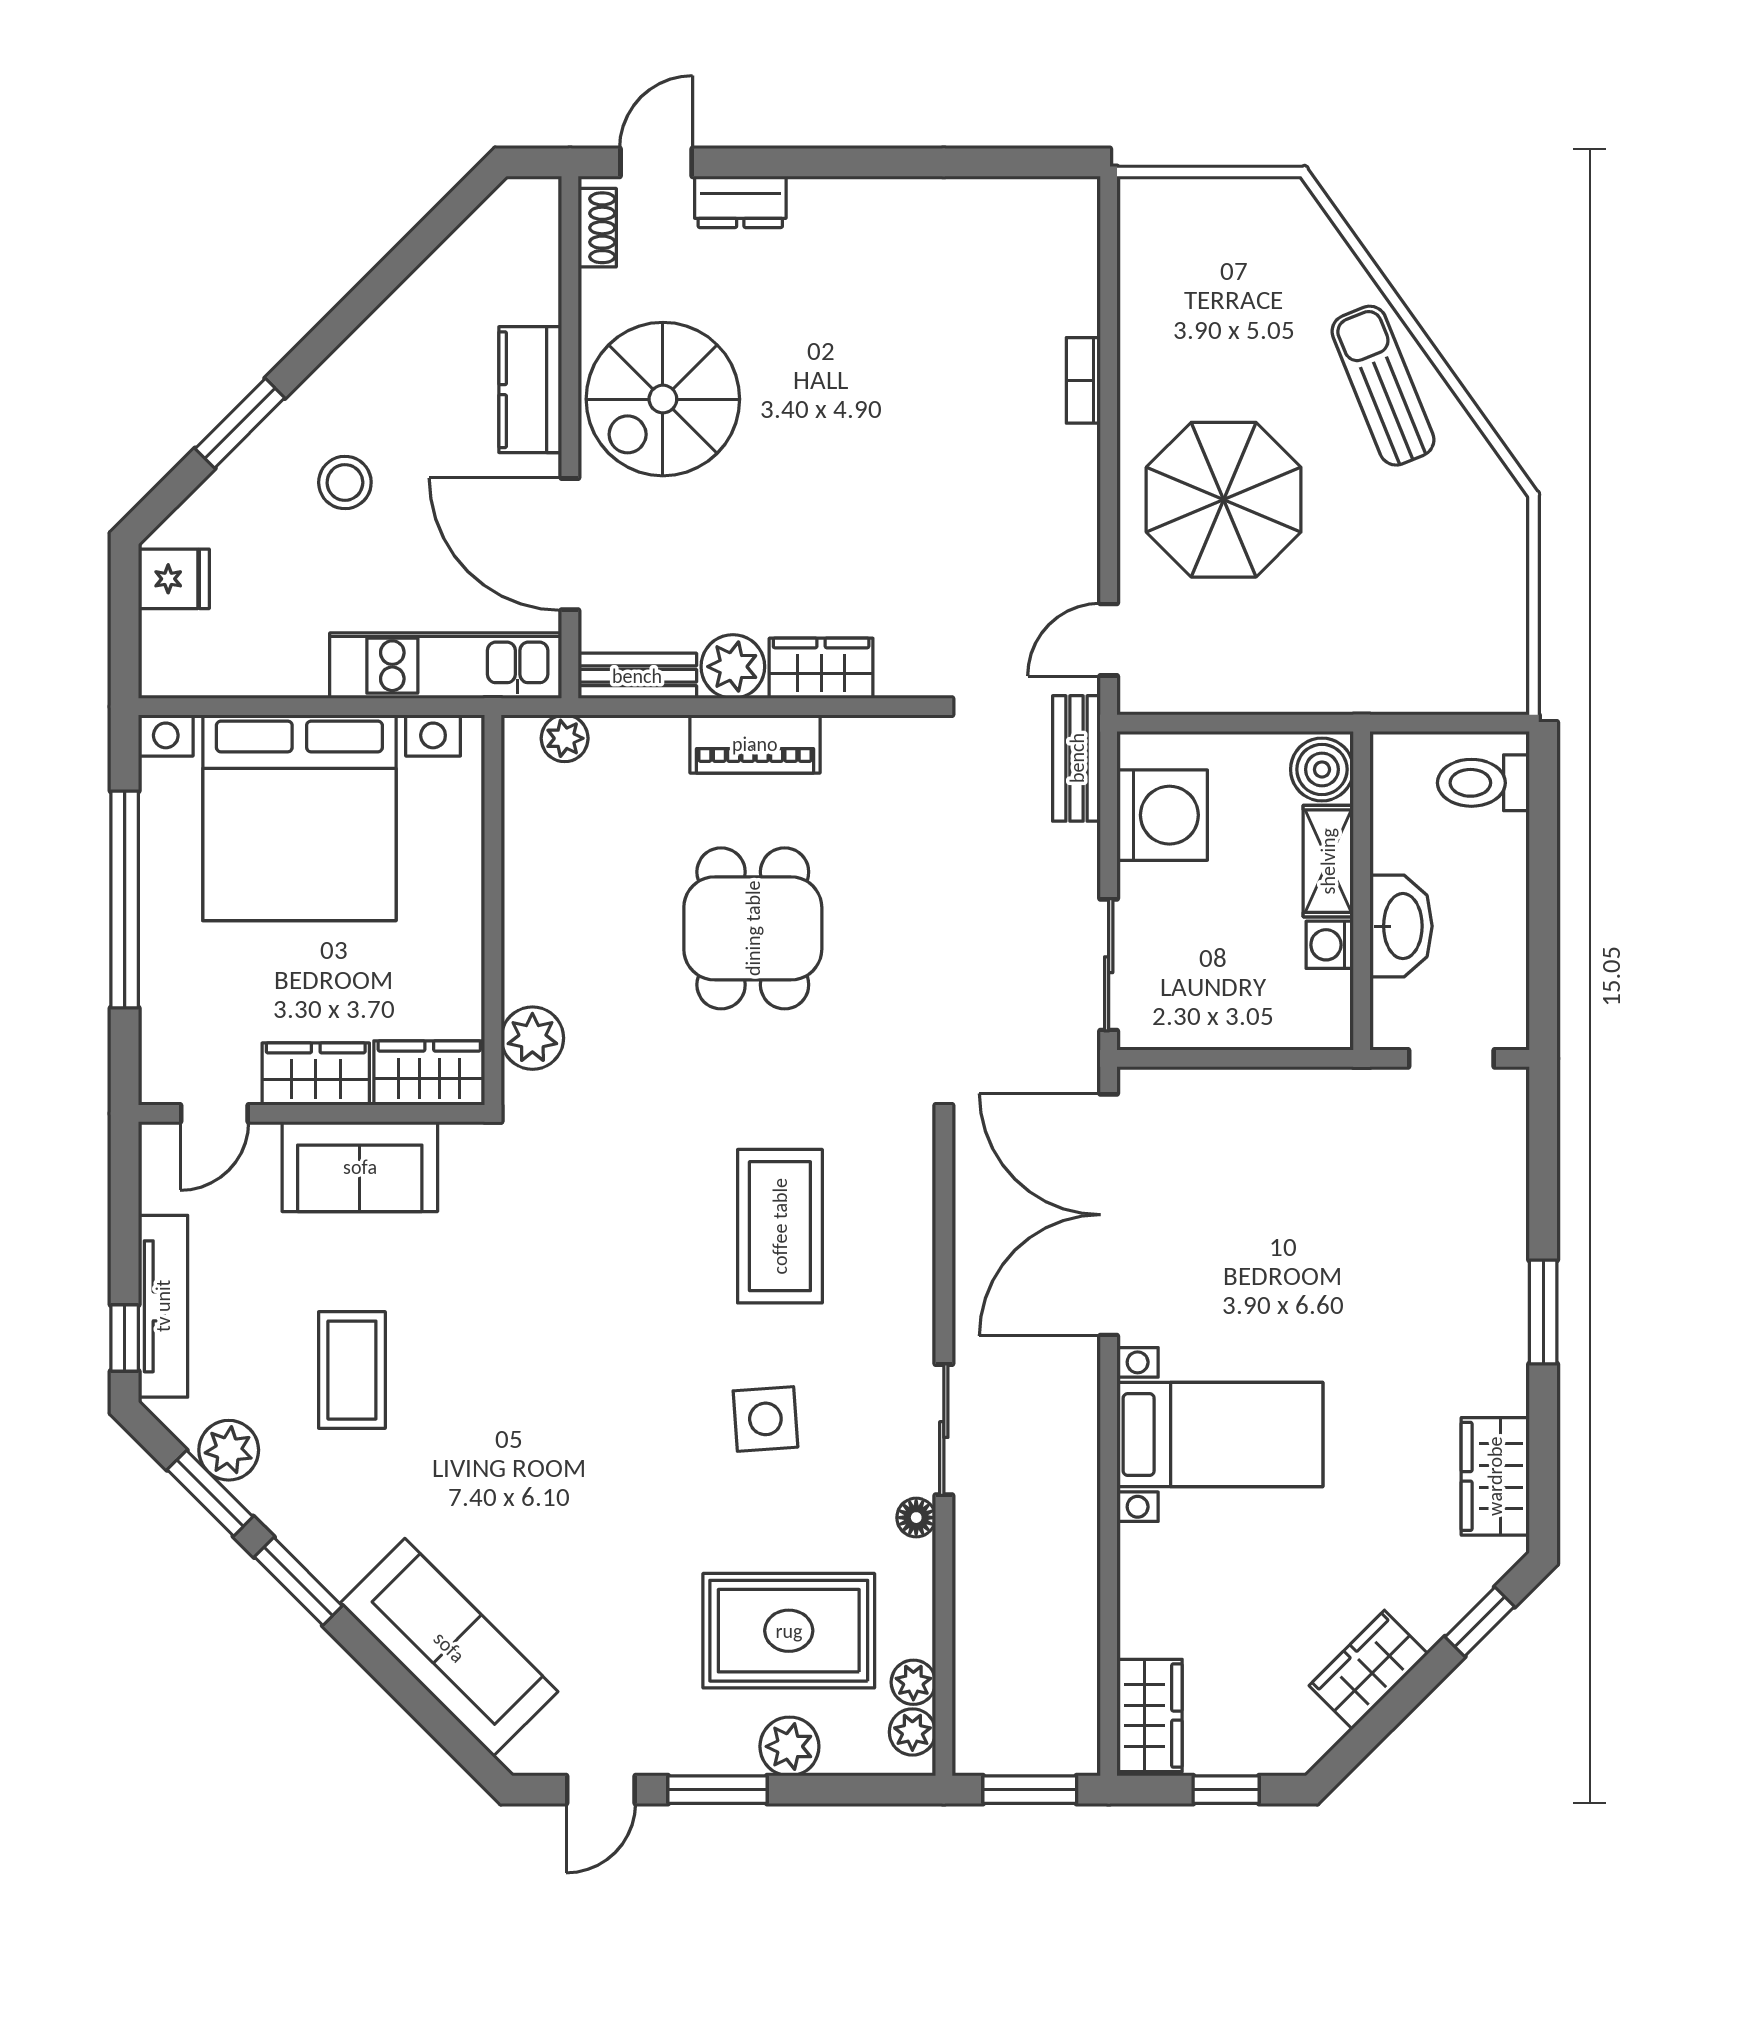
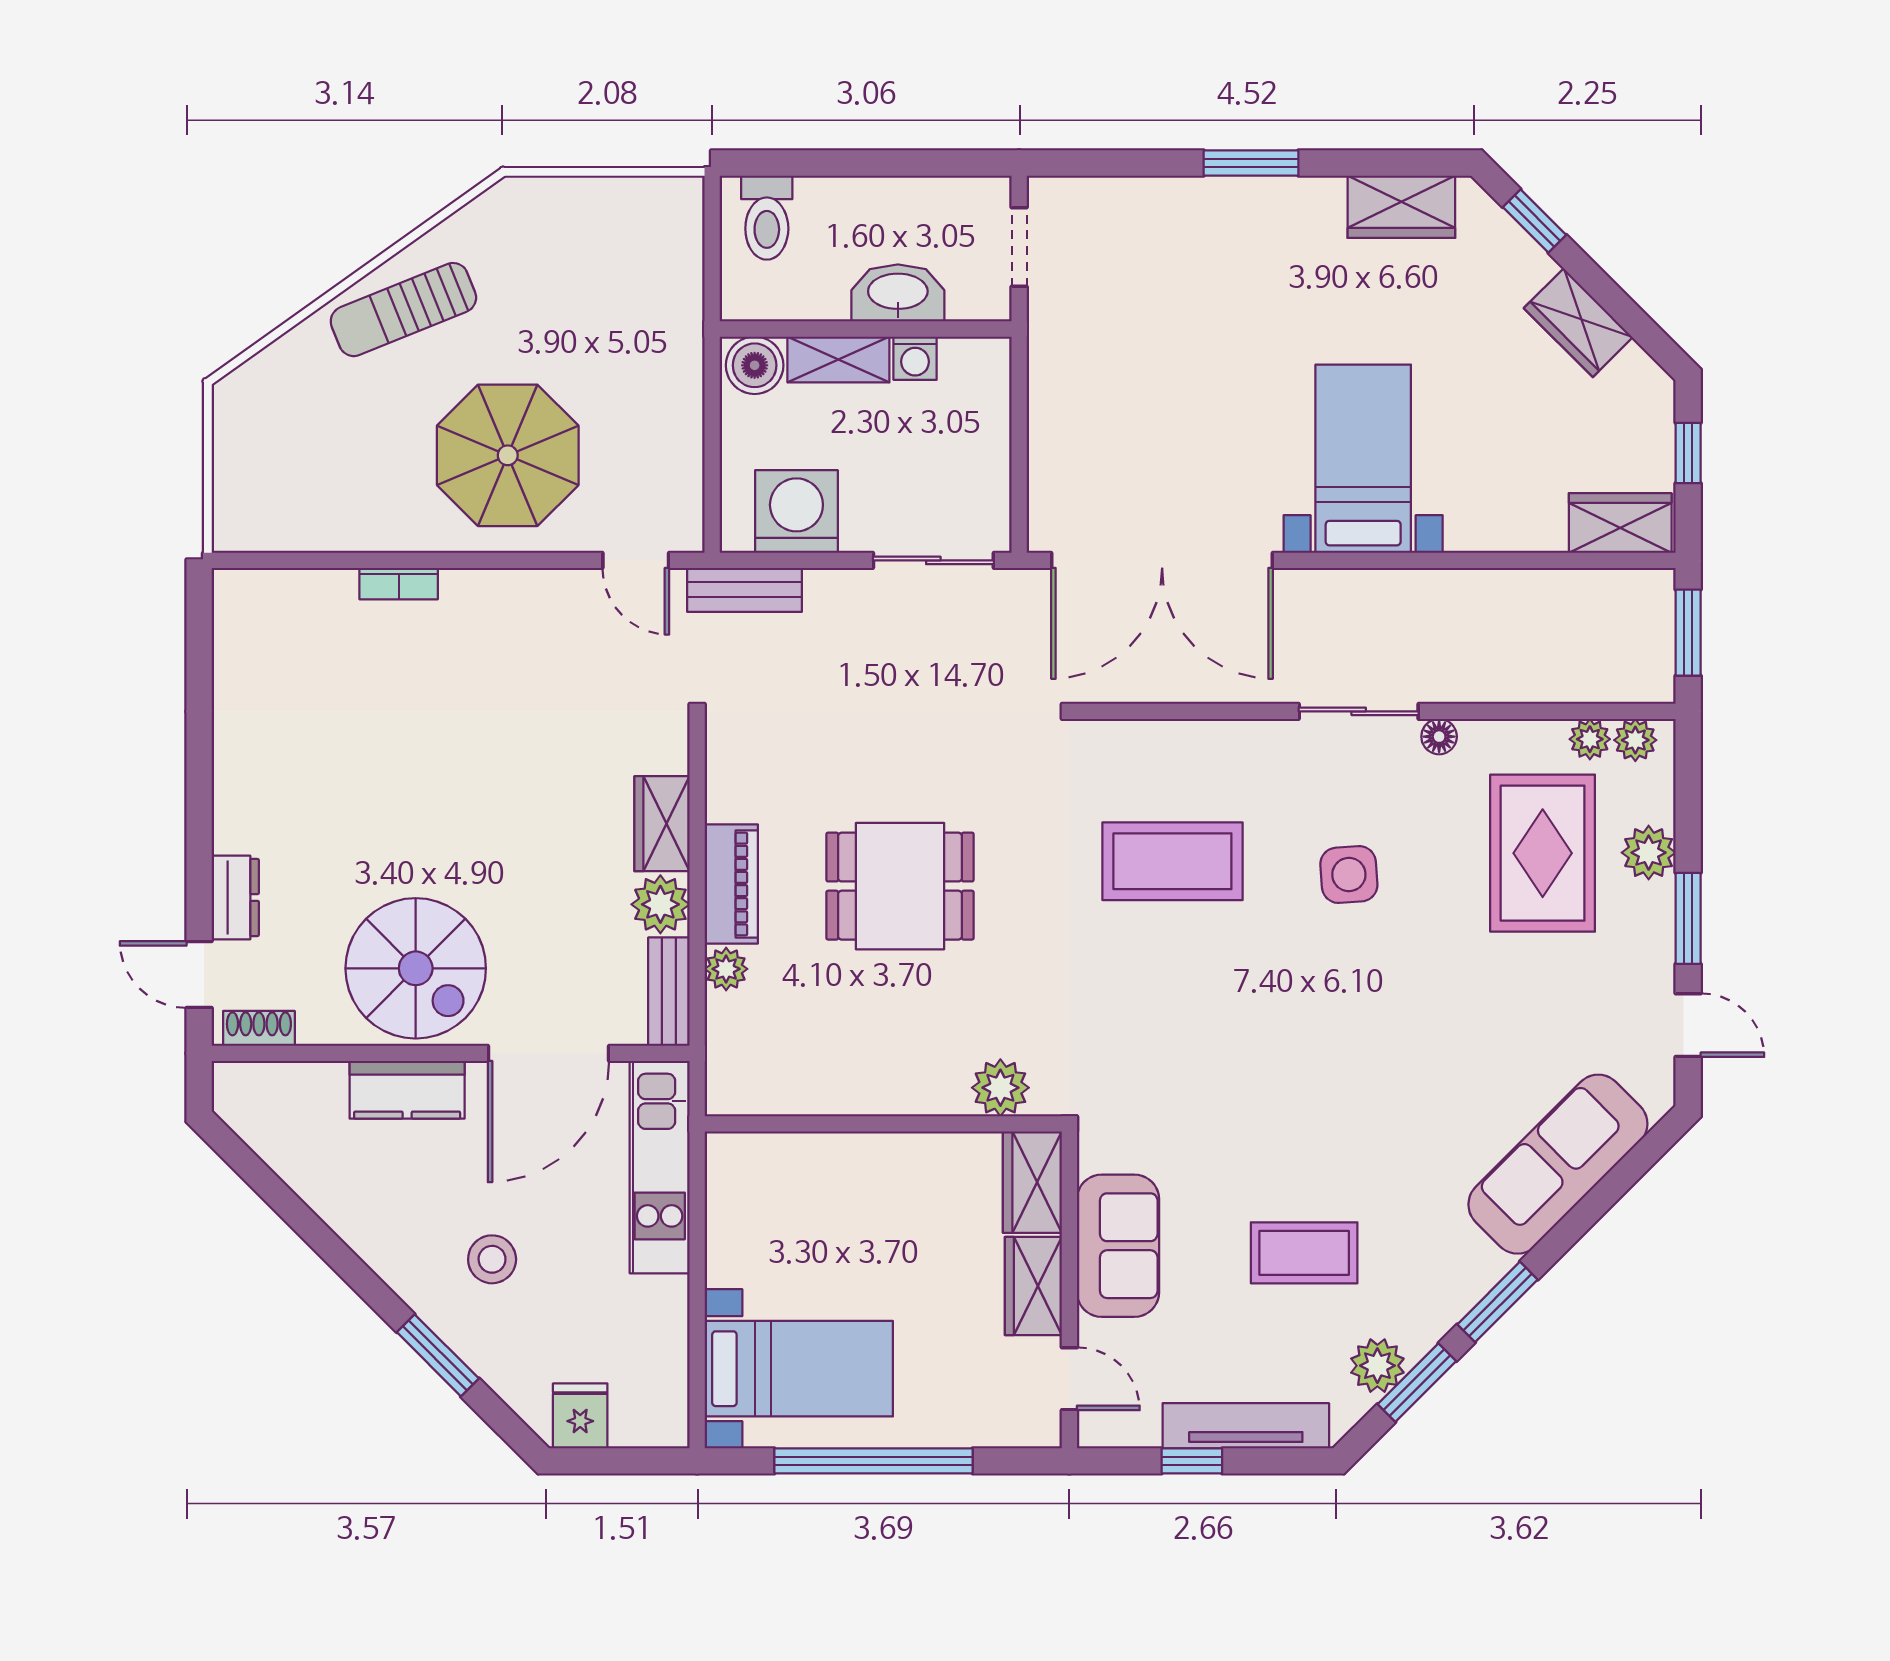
plant: (565, 738) -> (726, 969), moved
bed with nightstands: (299, 818) -> (799, 1369), width x0.54
window: (125, 1338) -> (1192, 1461), moved

